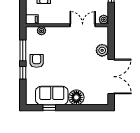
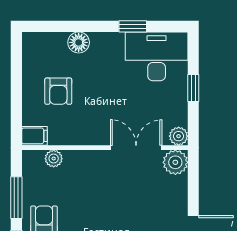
plant: (102, 50) -> (175, 162), moved

